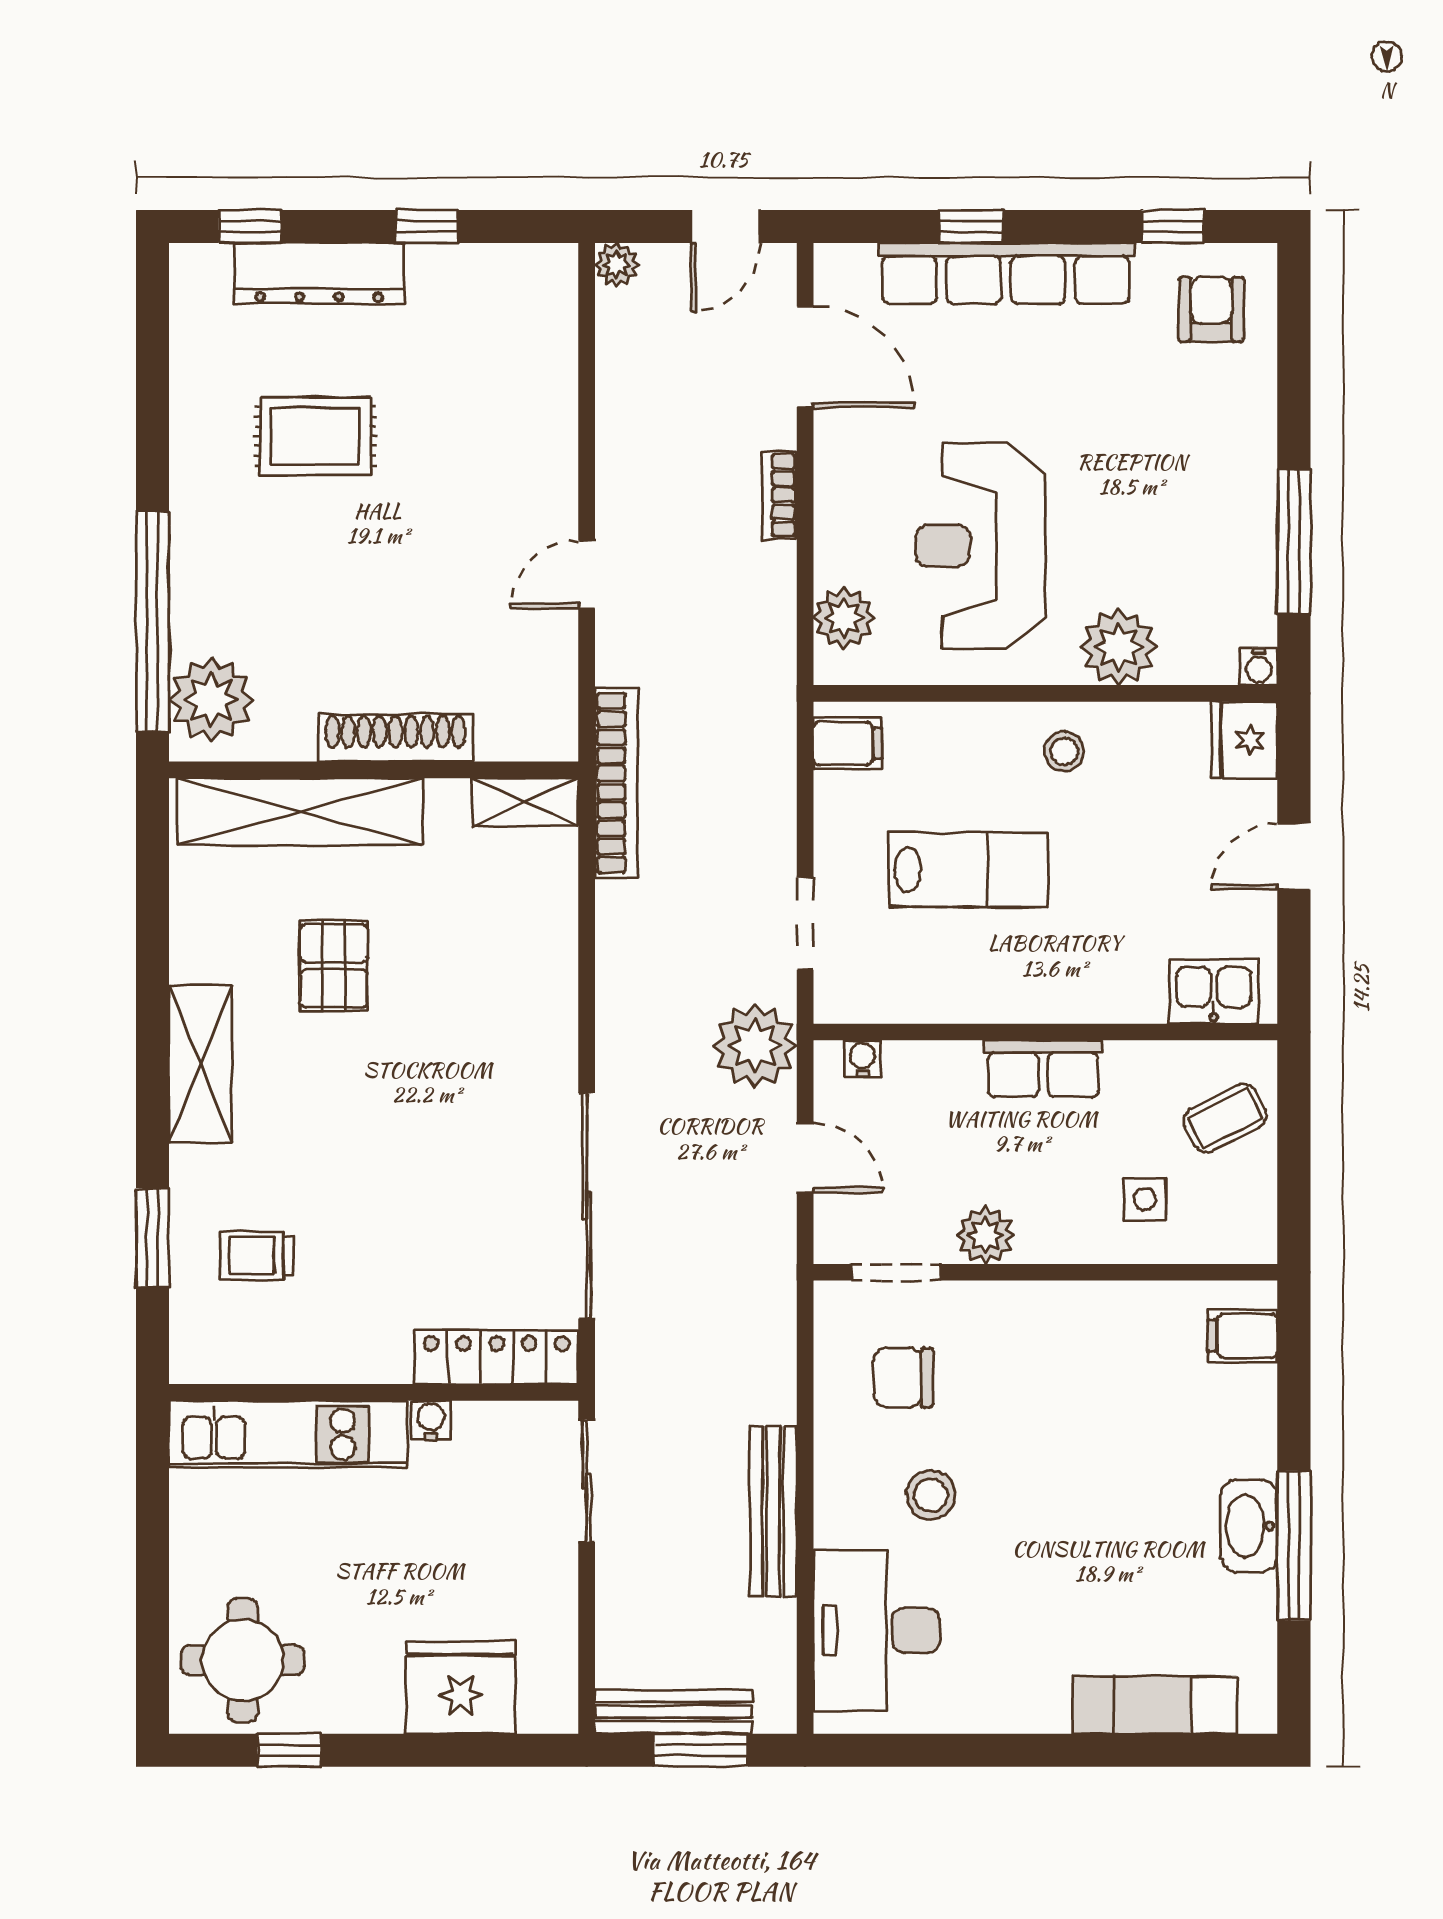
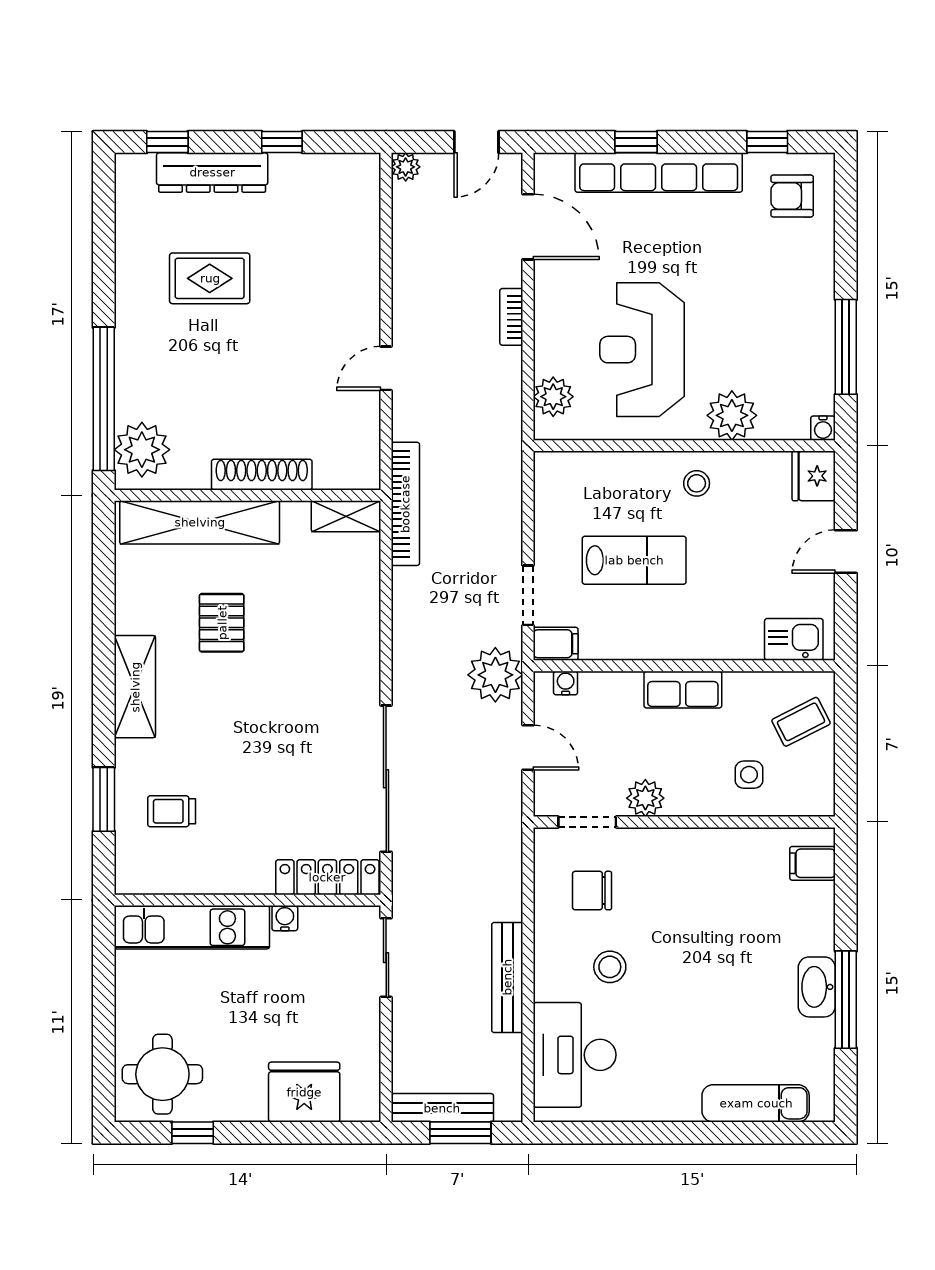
armchair: (1211, 309) -> (792, 196), turned -90
filing cabinet: (848, 743) -> (556, 644), moved

